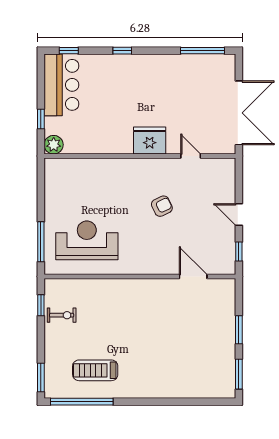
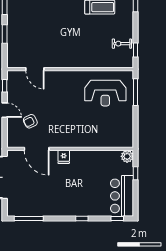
fridge: (150, 141) -> (64, 157), width x0.53, depth x0.75
door: (191, 156) -> (37, 149), width x1.88
armchair: (162, 206) -> (30, 121), moved

